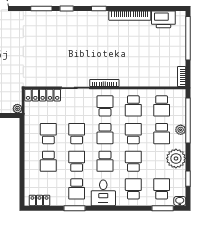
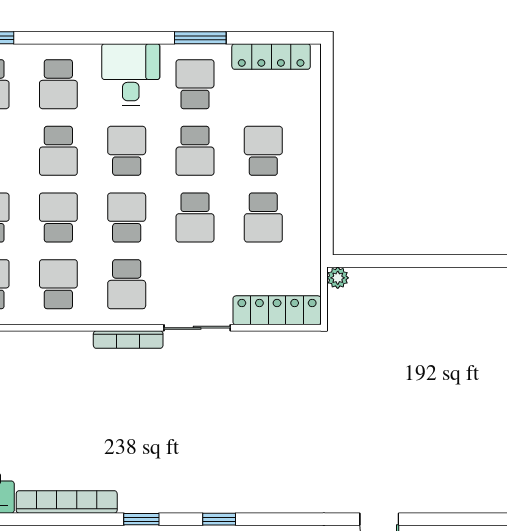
window: (41, 8) -> (280, 519), removed
school desk: (133, 134) -> (58, 218), turned 180
locker: (39, 200) -> (271, 56), width x1.53

